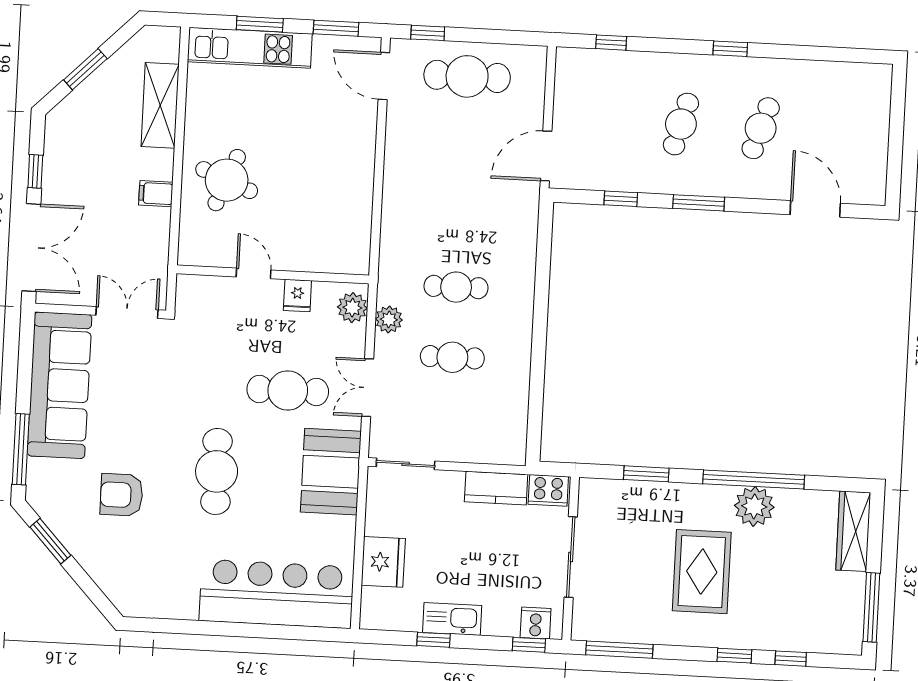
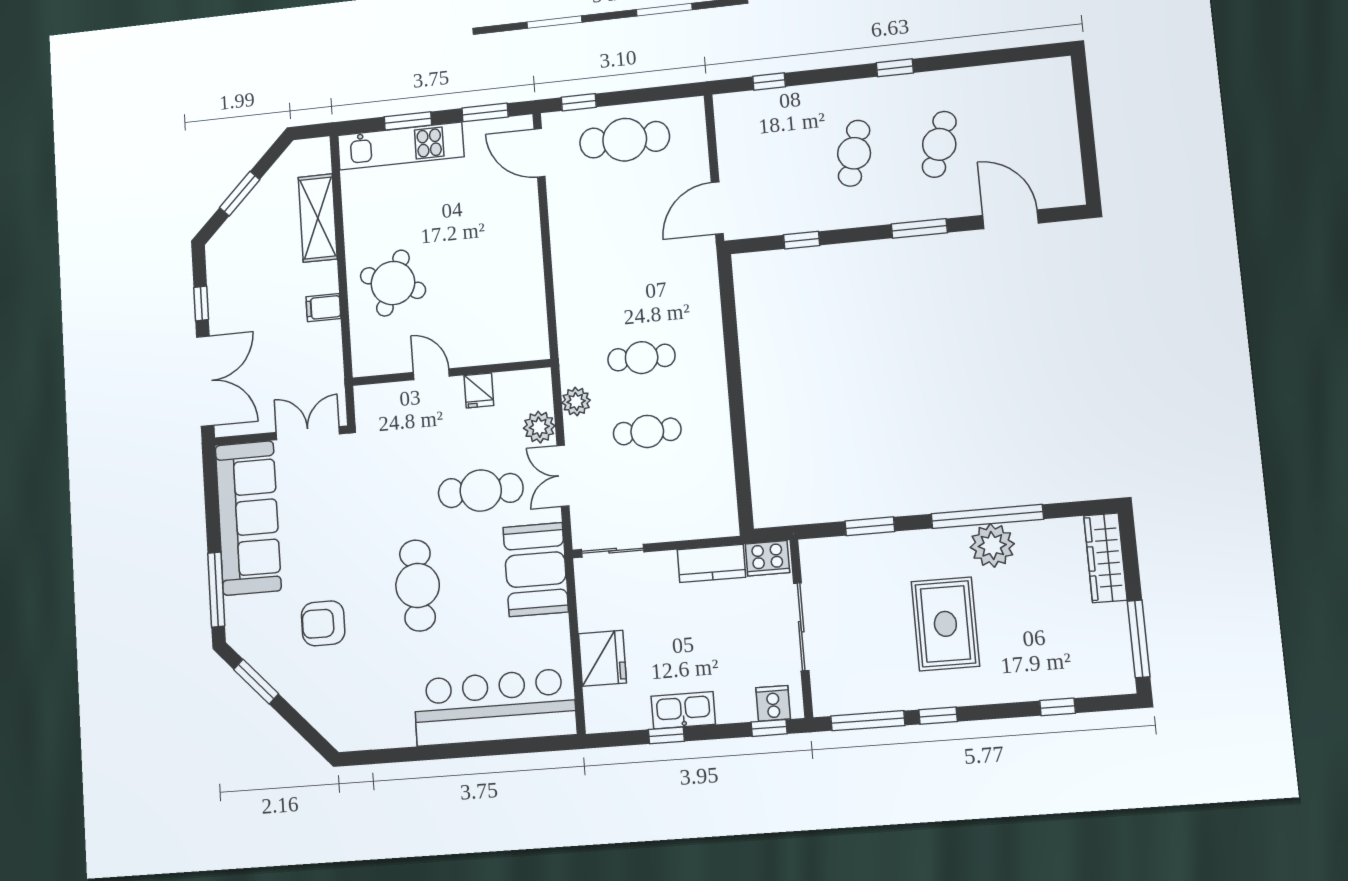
window: (699, 203) -> (919, 228), moved
plant: (352, 308) -> (539, 427), moved
window: (734, 656) -> (938, 716), moved

